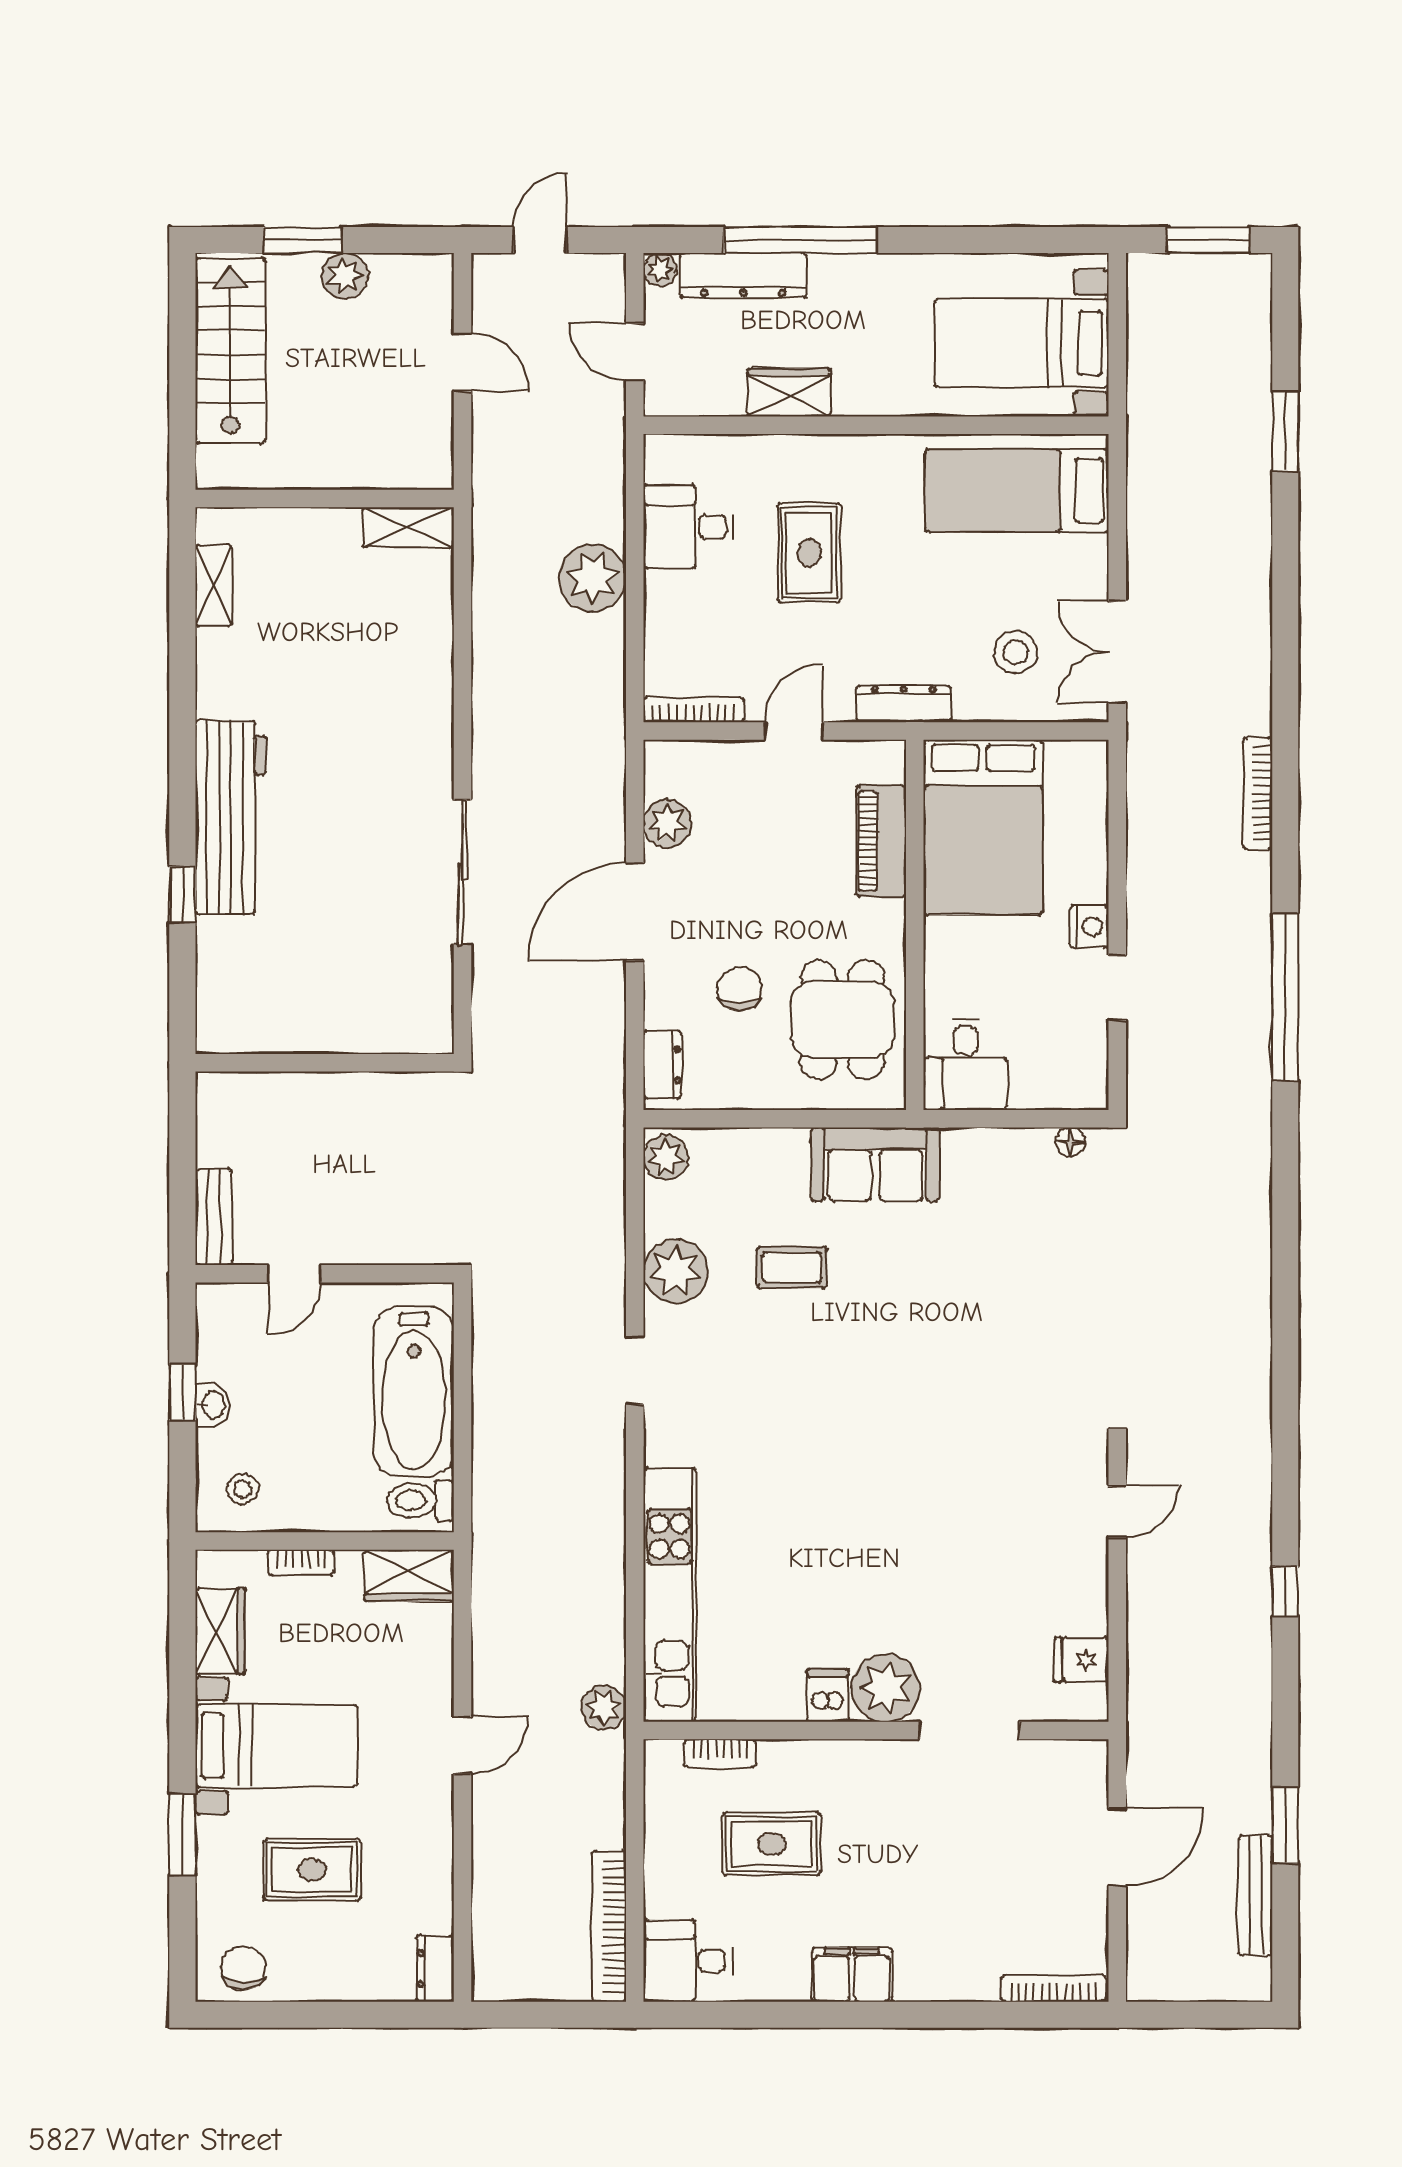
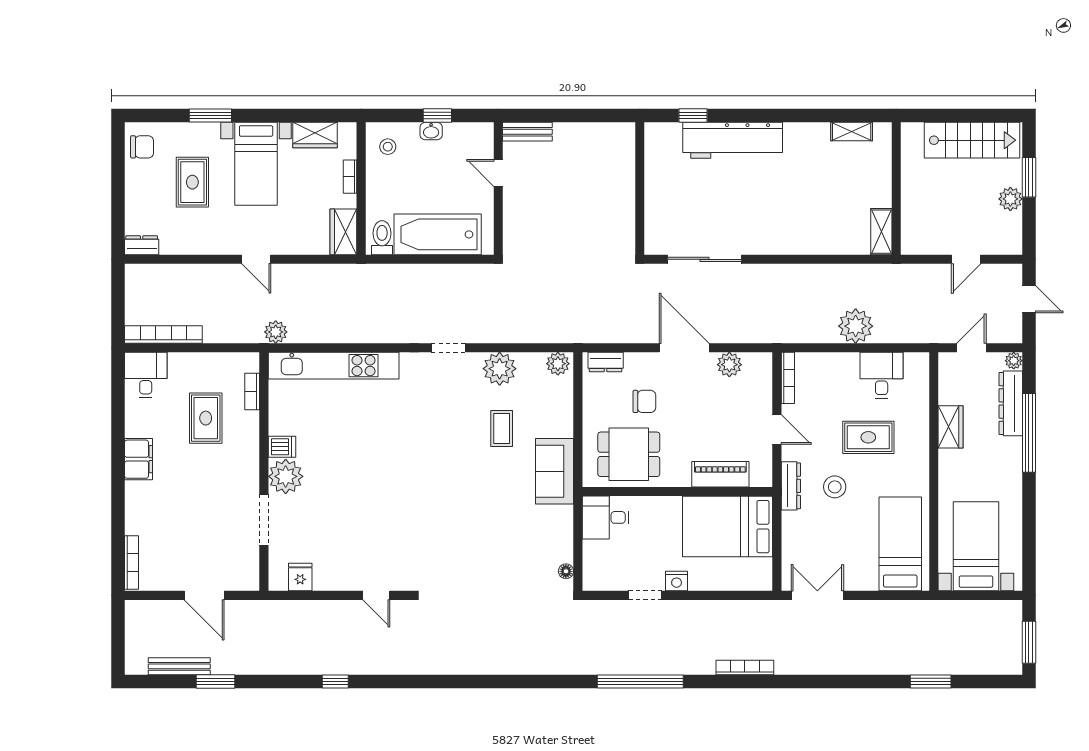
stool: (1016, 652) -> (835, 487), moved
wall: (325, 1063) -> (640, 189), moved

